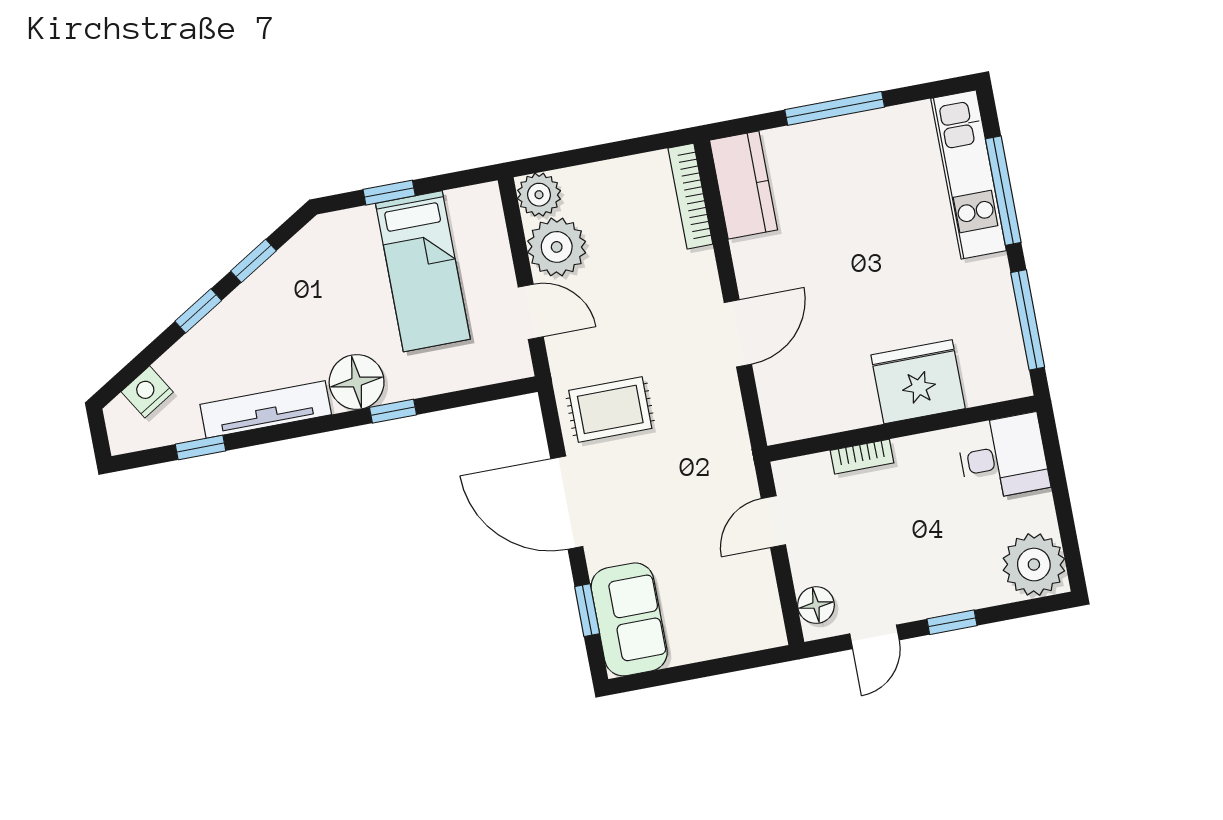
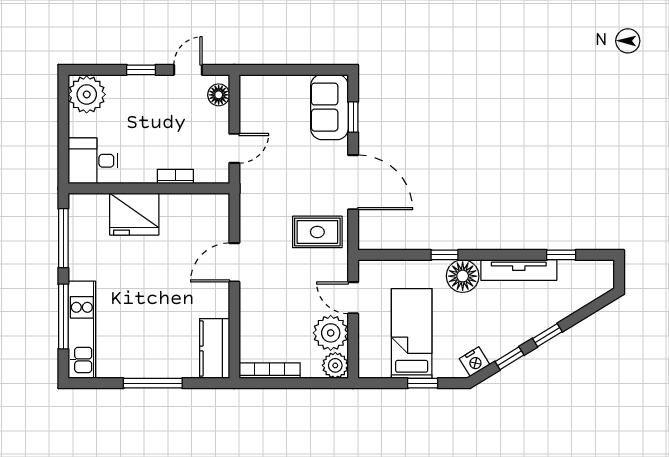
bookcase: (690, 196) -> (270, 371), moved, turned -90
nightstand: (147, 392) -> (475, 362), moved

